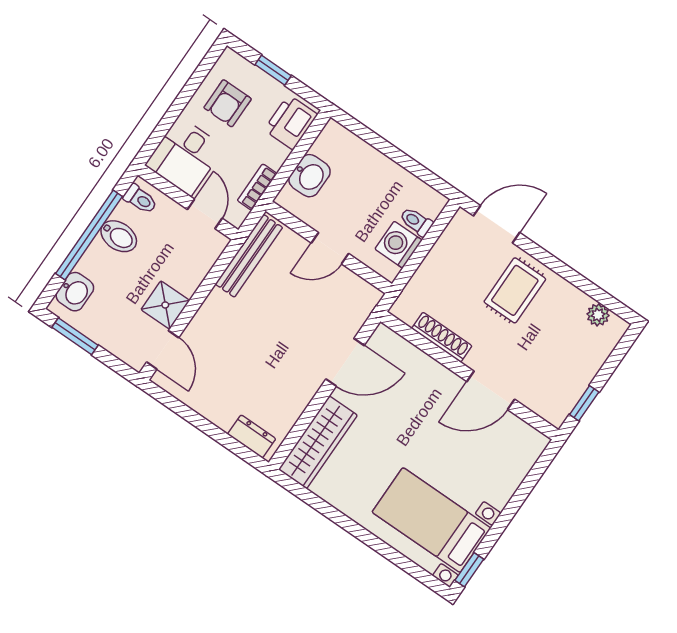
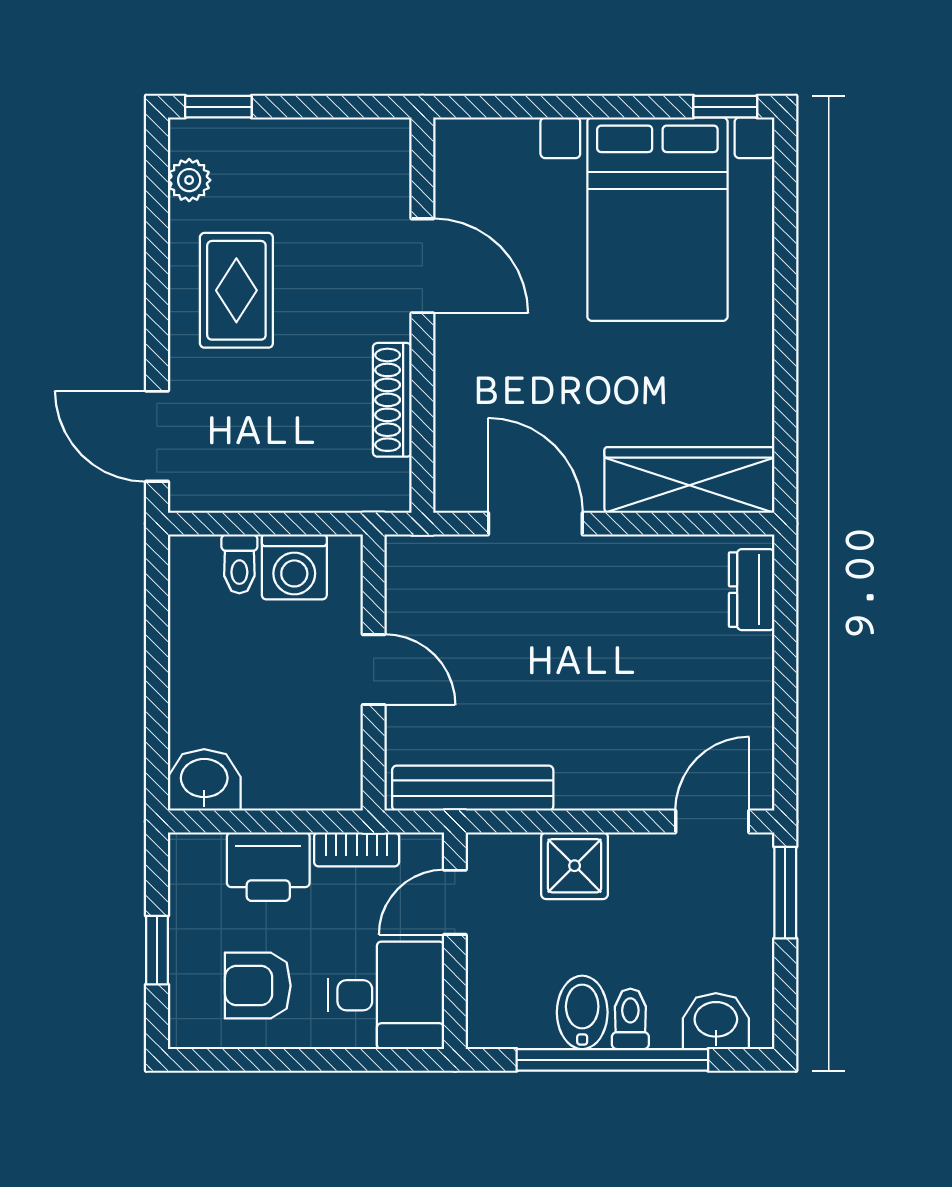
armchair: (228, 103) -> (258, 986), turned 180
printer: (291, 122) -> (268, 867), moved
washbasin: (309, 176) -> (204, 780), moved
toilet: (140, 199) -> (630, 1019), moved
rug: (515, 290) -> (236, 290), moved, turned 90
shower: (165, 305) -> (575, 866), moved
window: (75, 336) -> (785, 893), moved
window: (584, 403) -> (218, 107), moved
bed with nightstands: (431, 520) -> (657, 219), width x1.36

